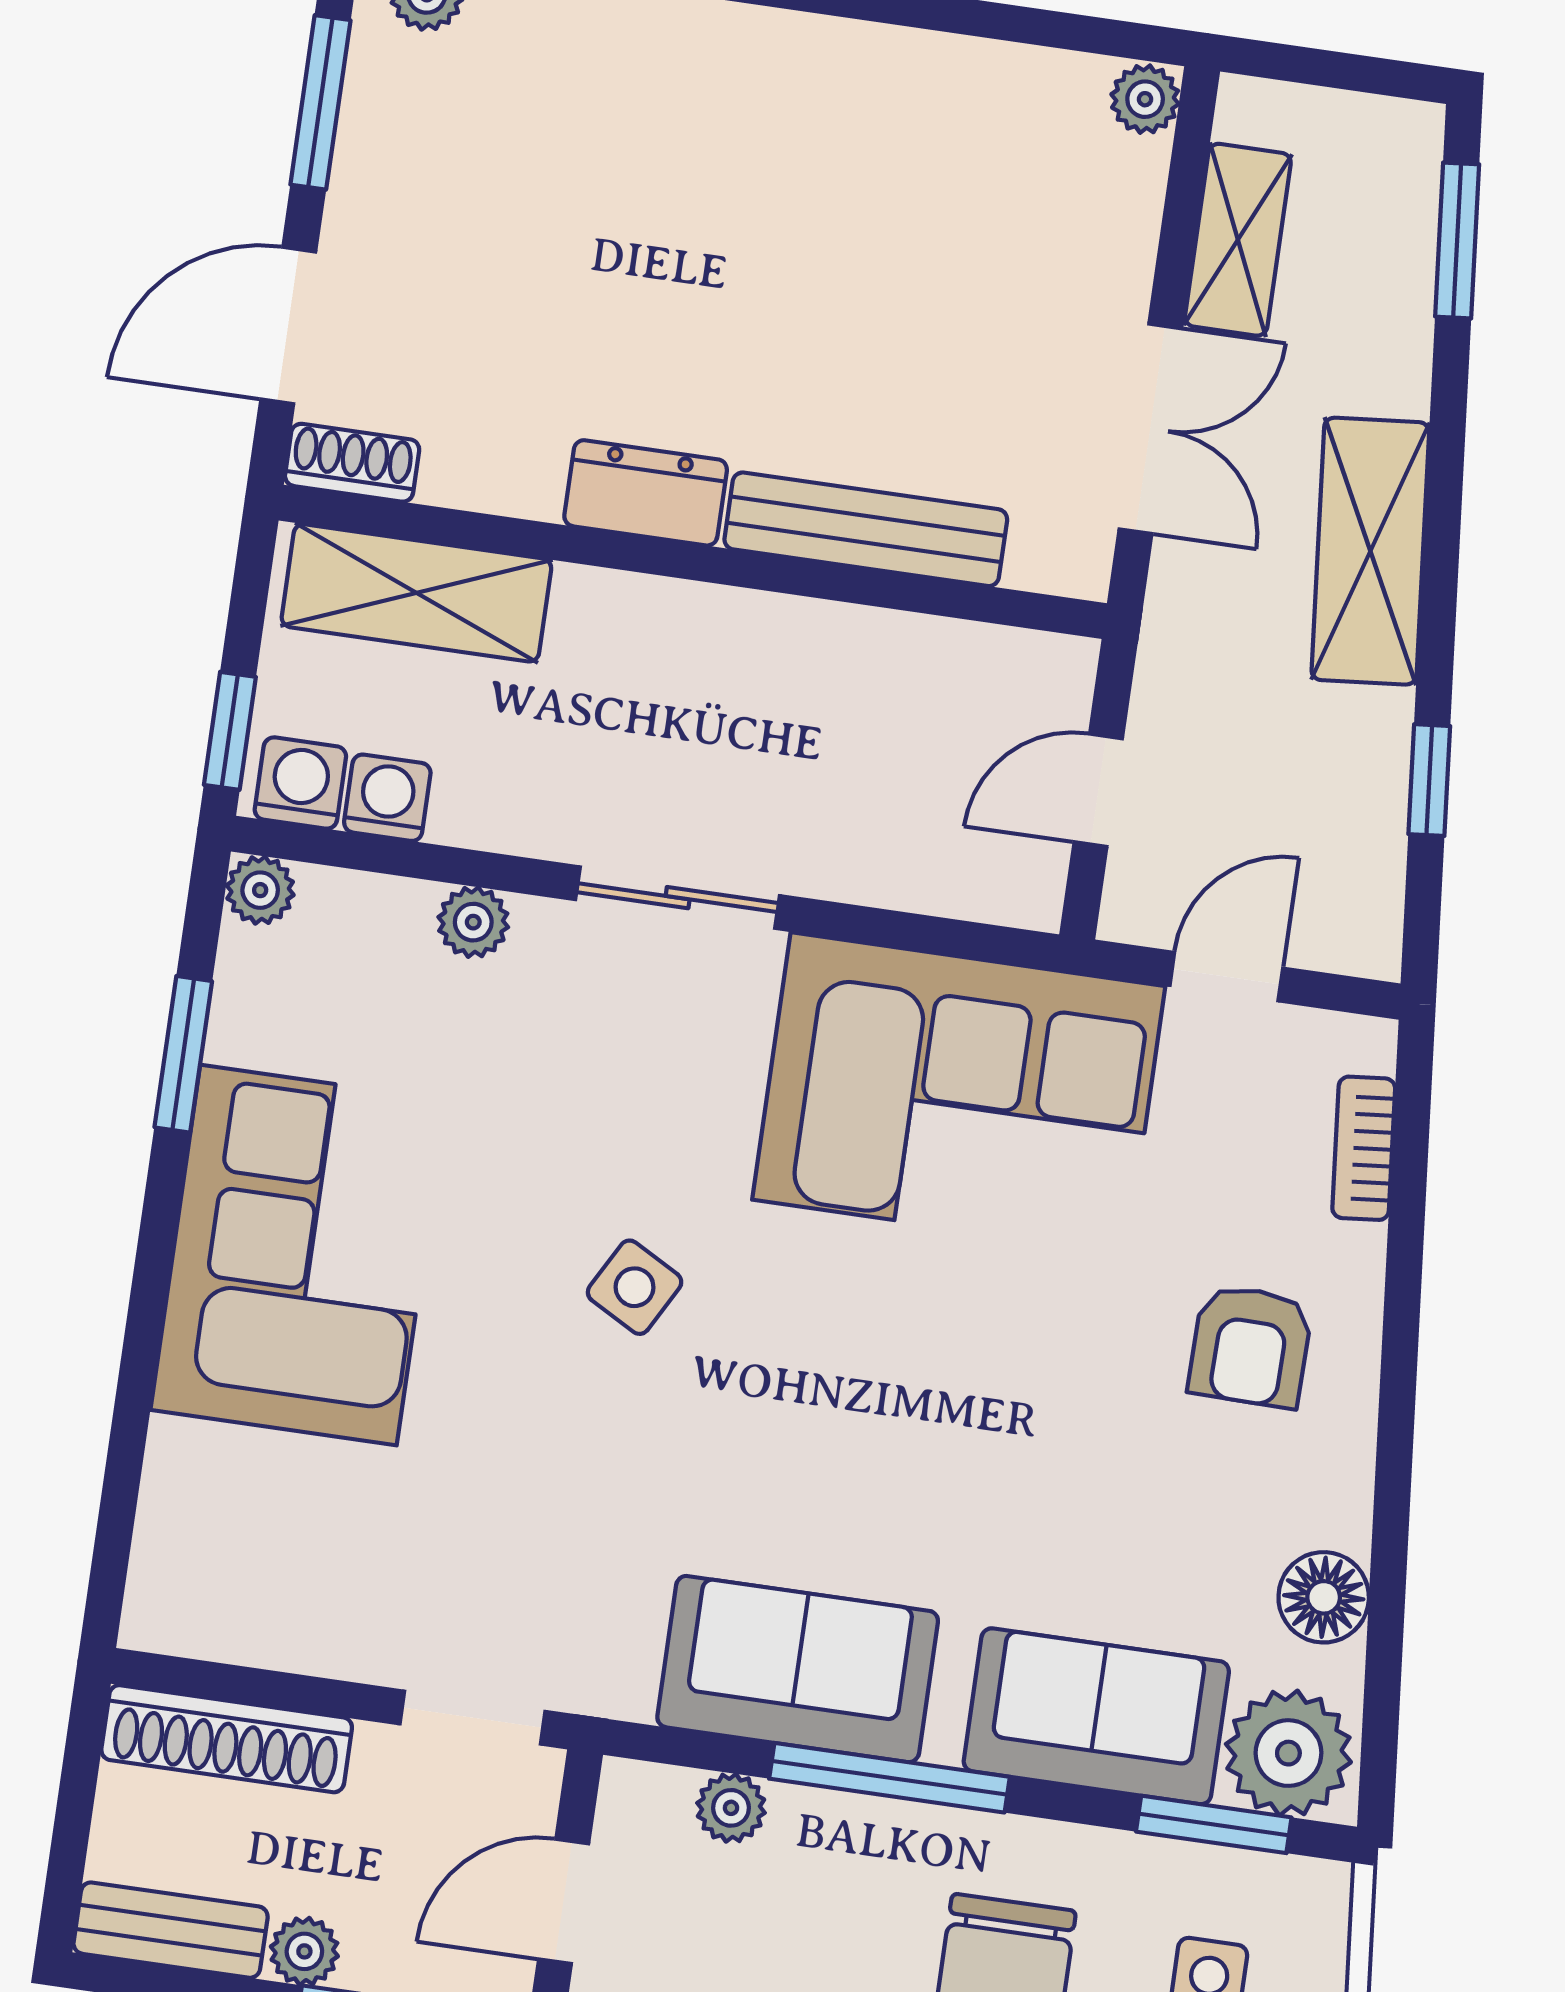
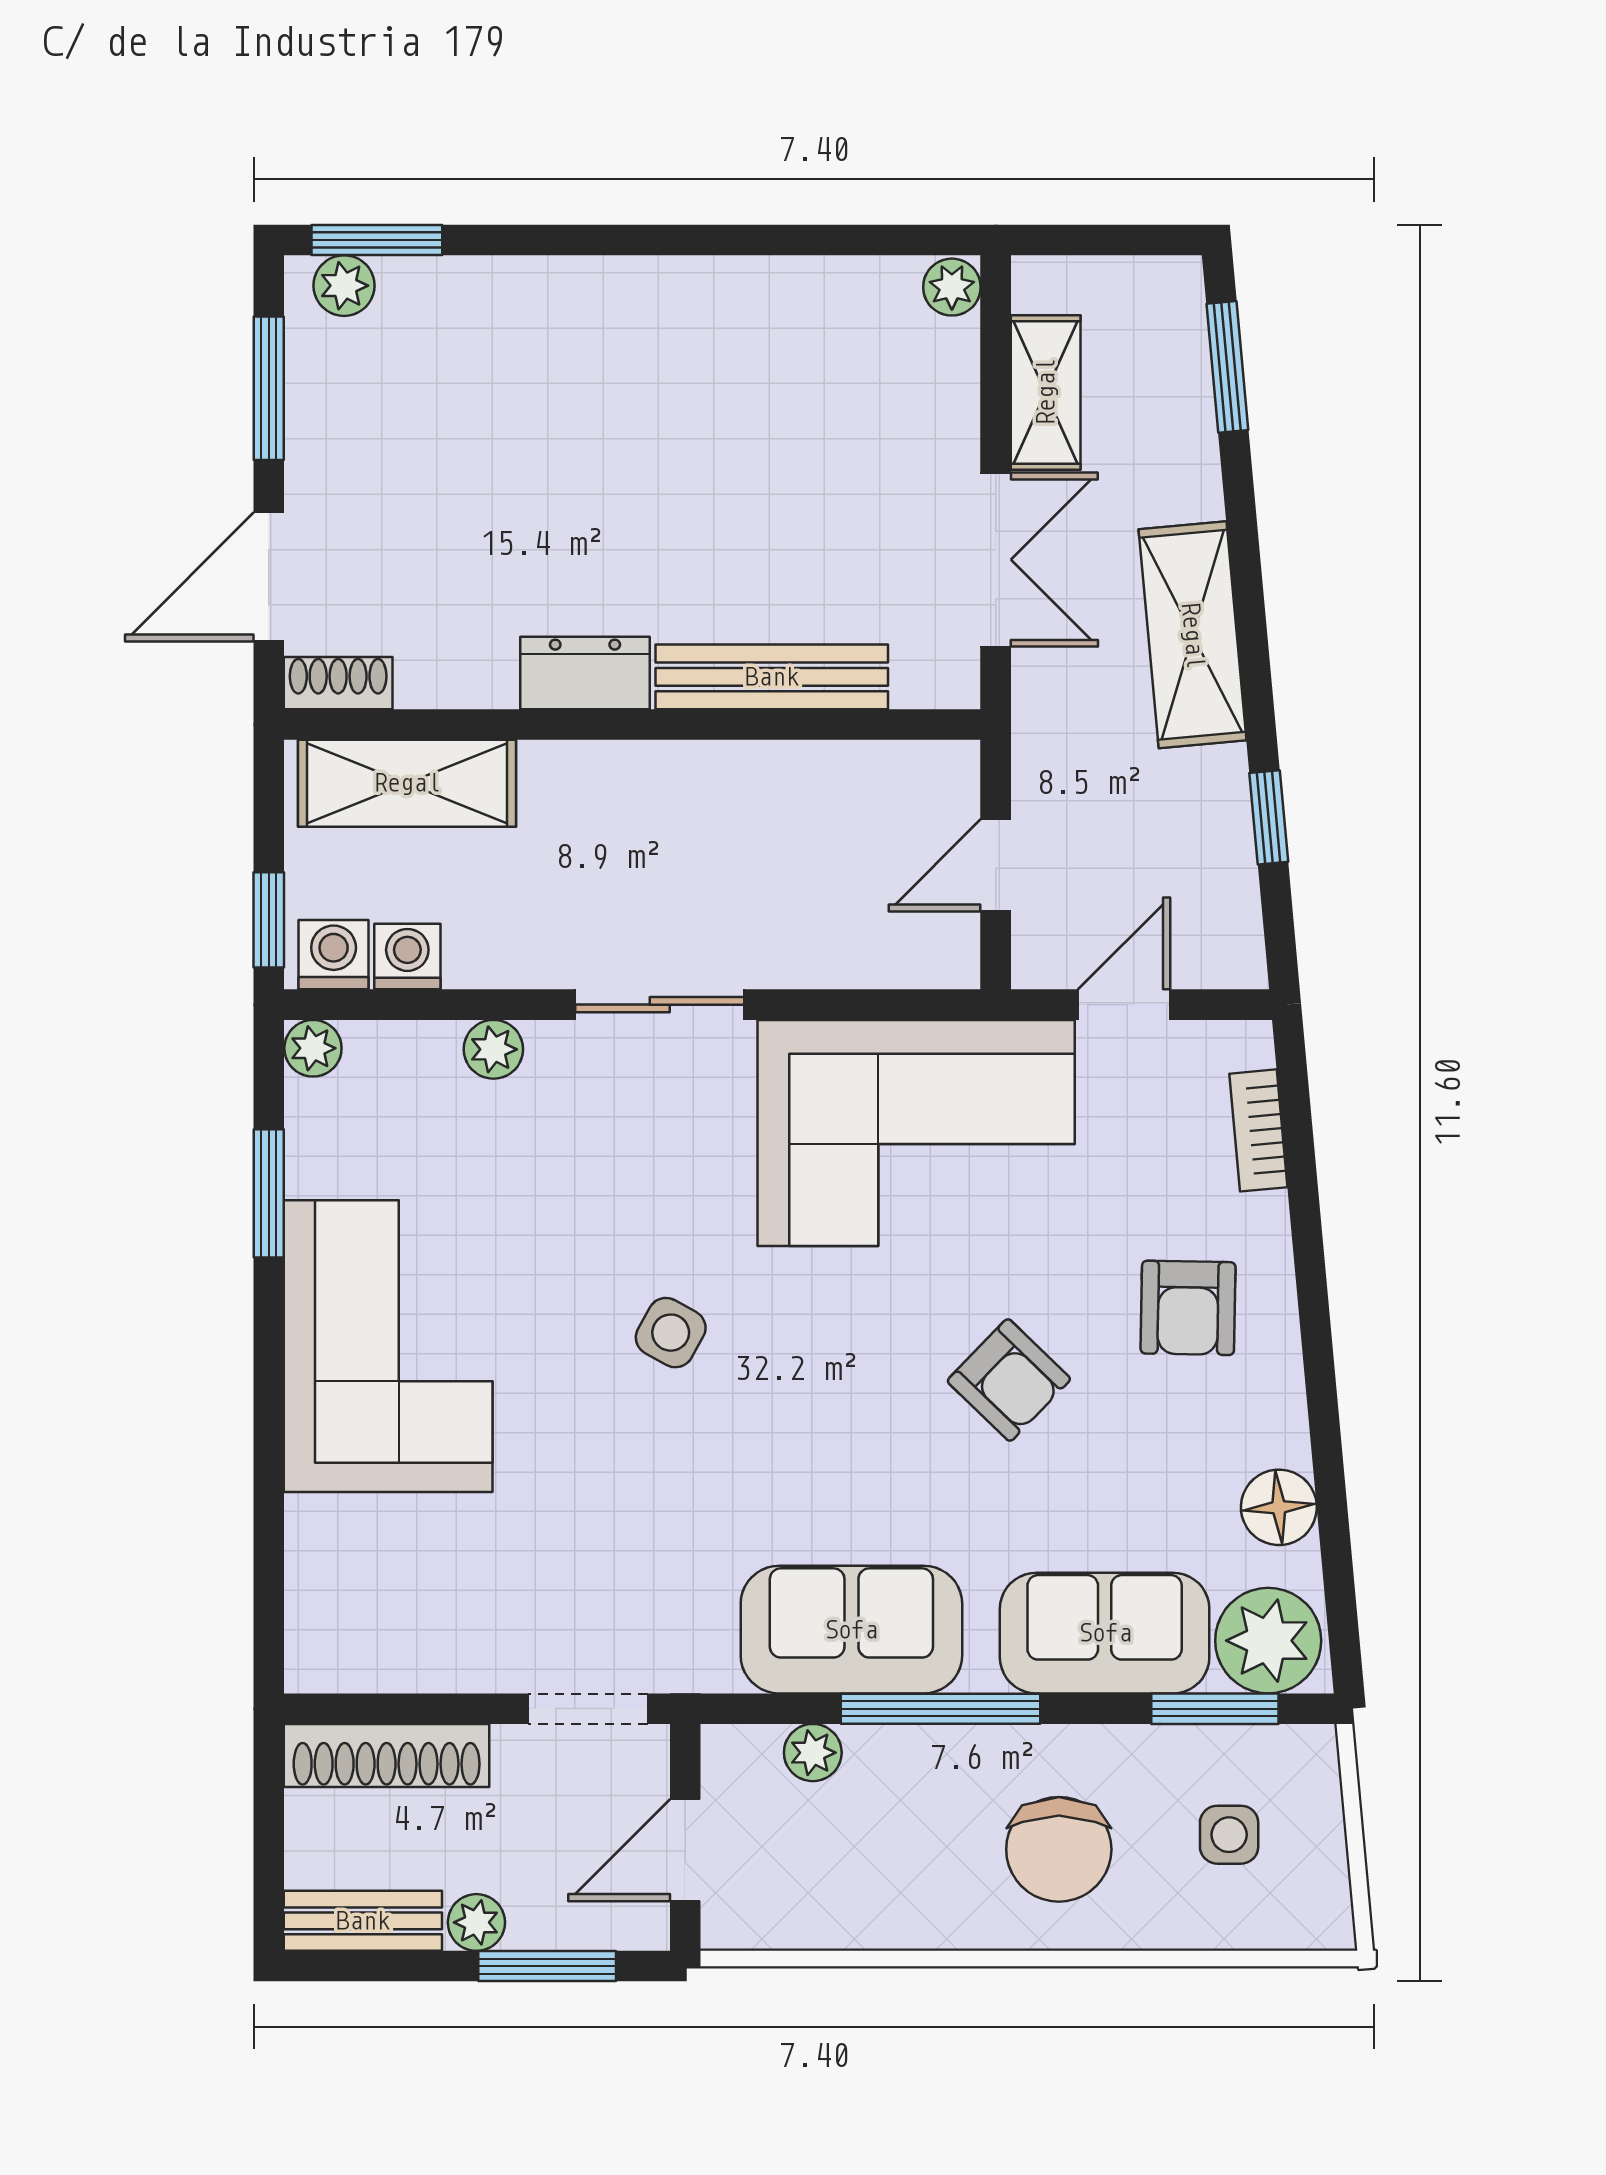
armchair: (1026, 1401) -> (1009, 1380), added

